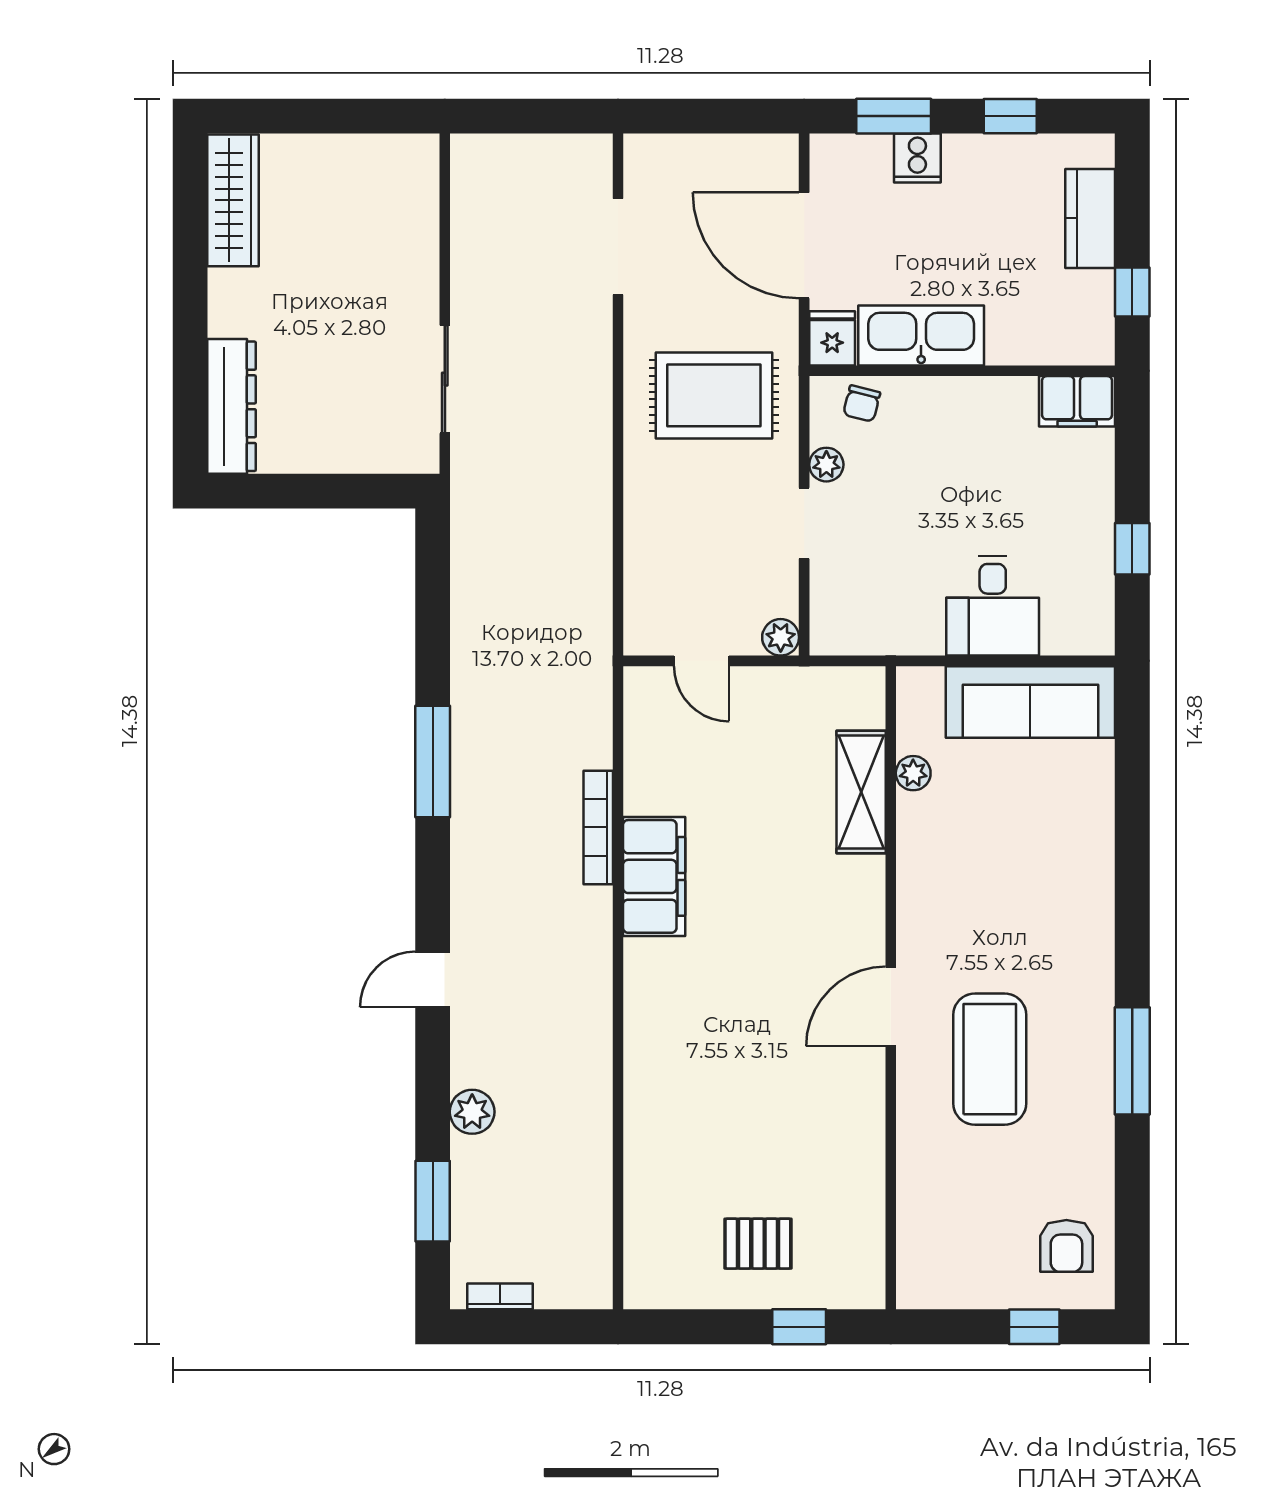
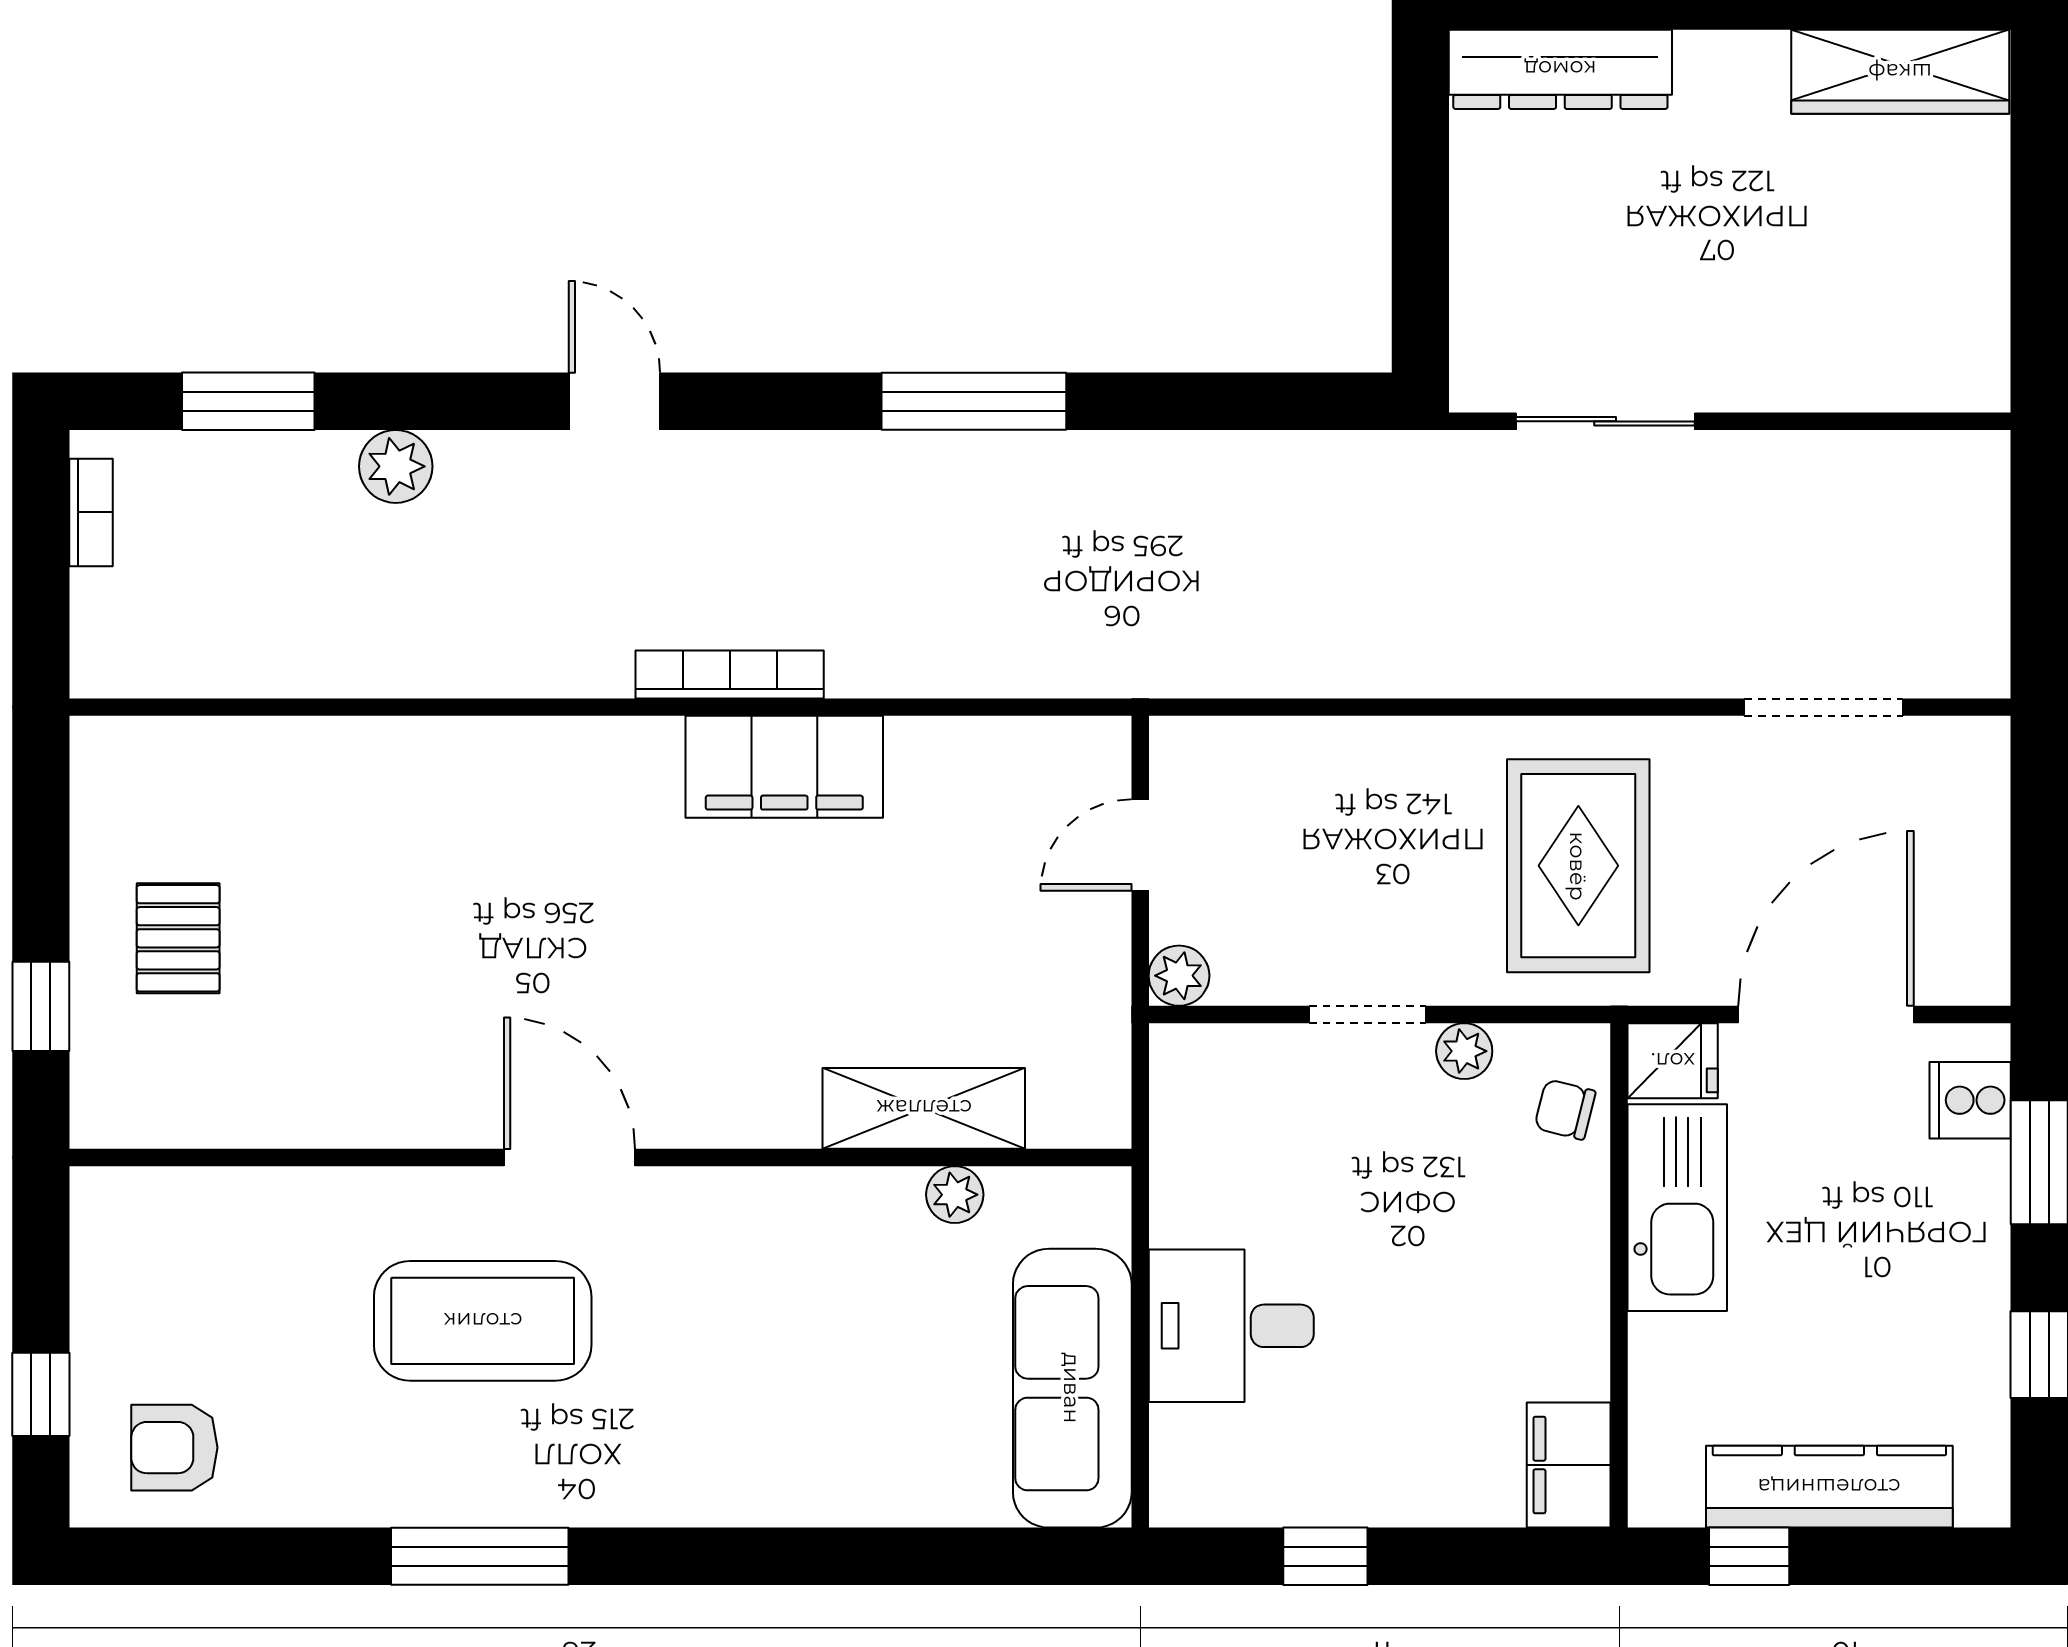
cooker: (917, 158) -> (1970, 1100), moved
kitchen counter: (1090, 218) -> (1829, 1487), width x1.50
bookcase: (598, 827) -> (730, 675), moved

